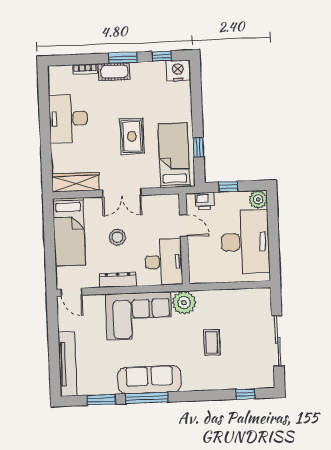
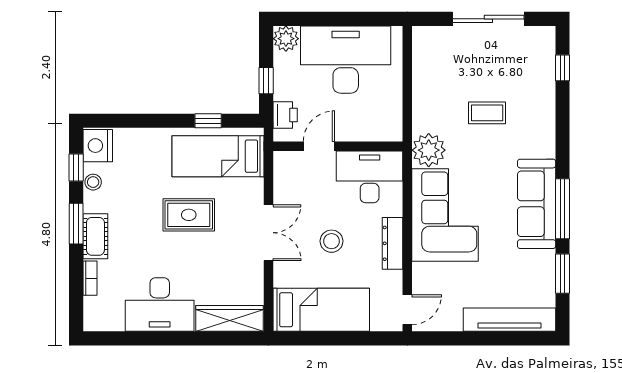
stool: (152, 68) -> (93, 182), added
wardrobe: (76, 182) -> (229, 318), moved, turned 90

